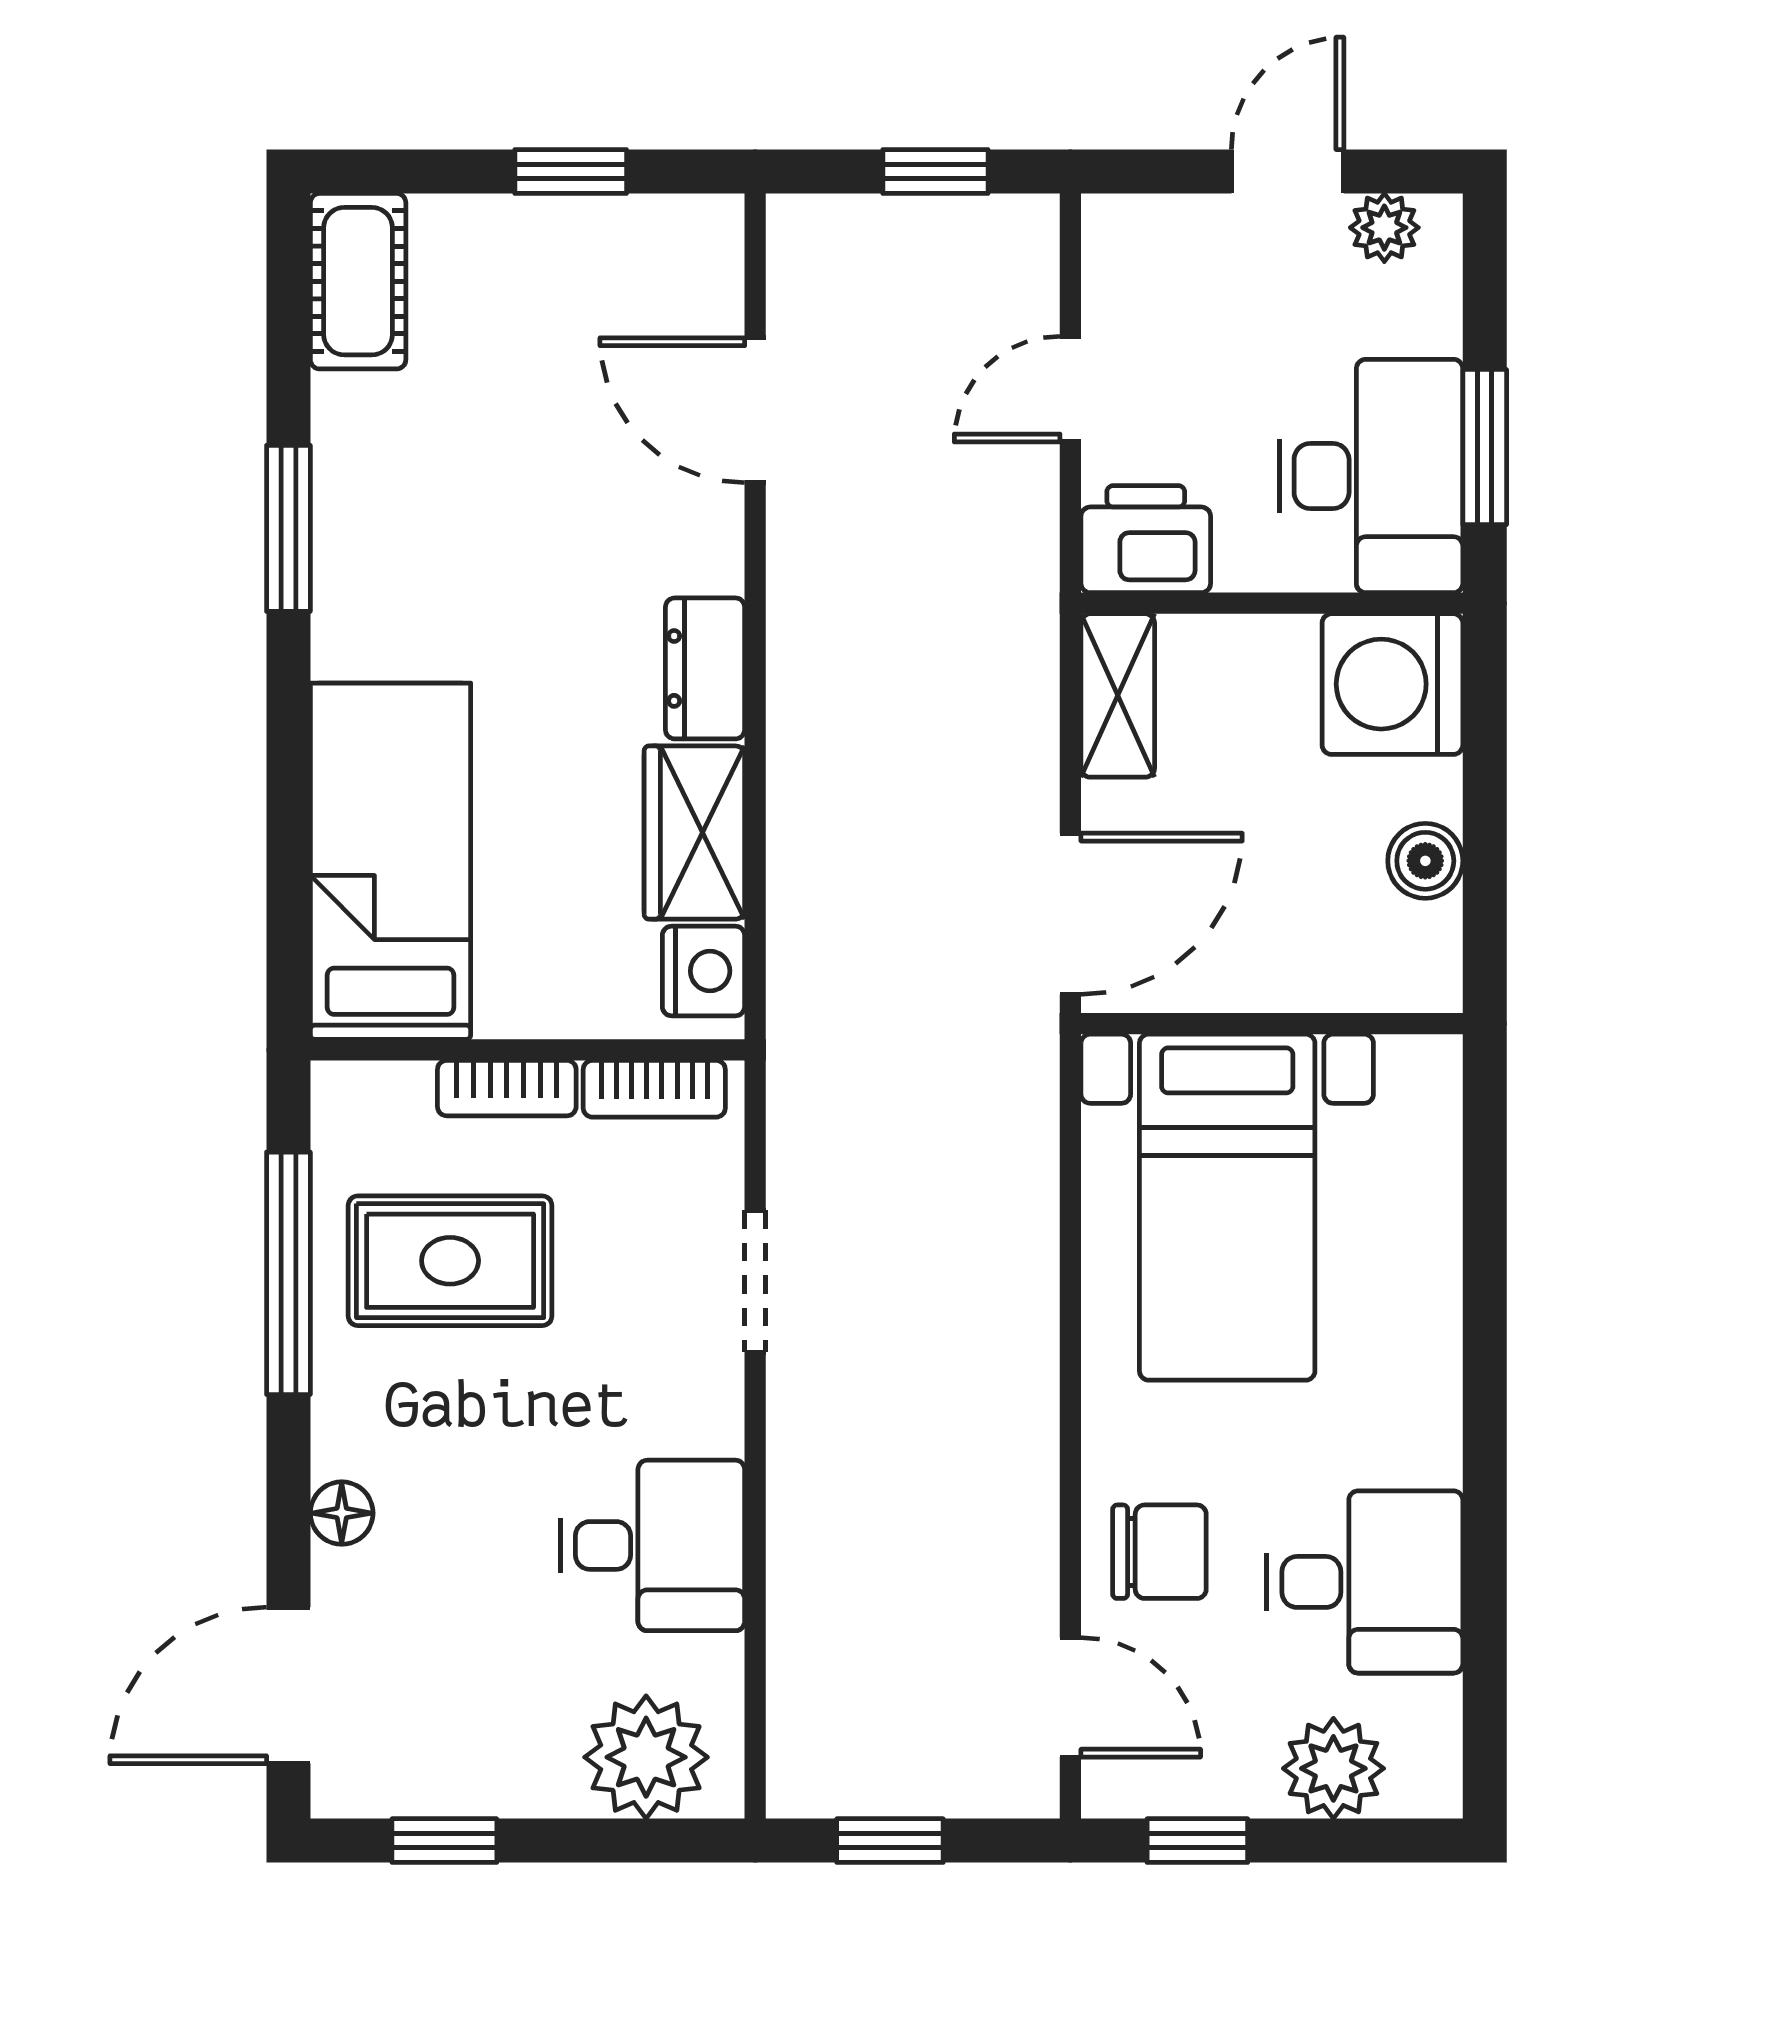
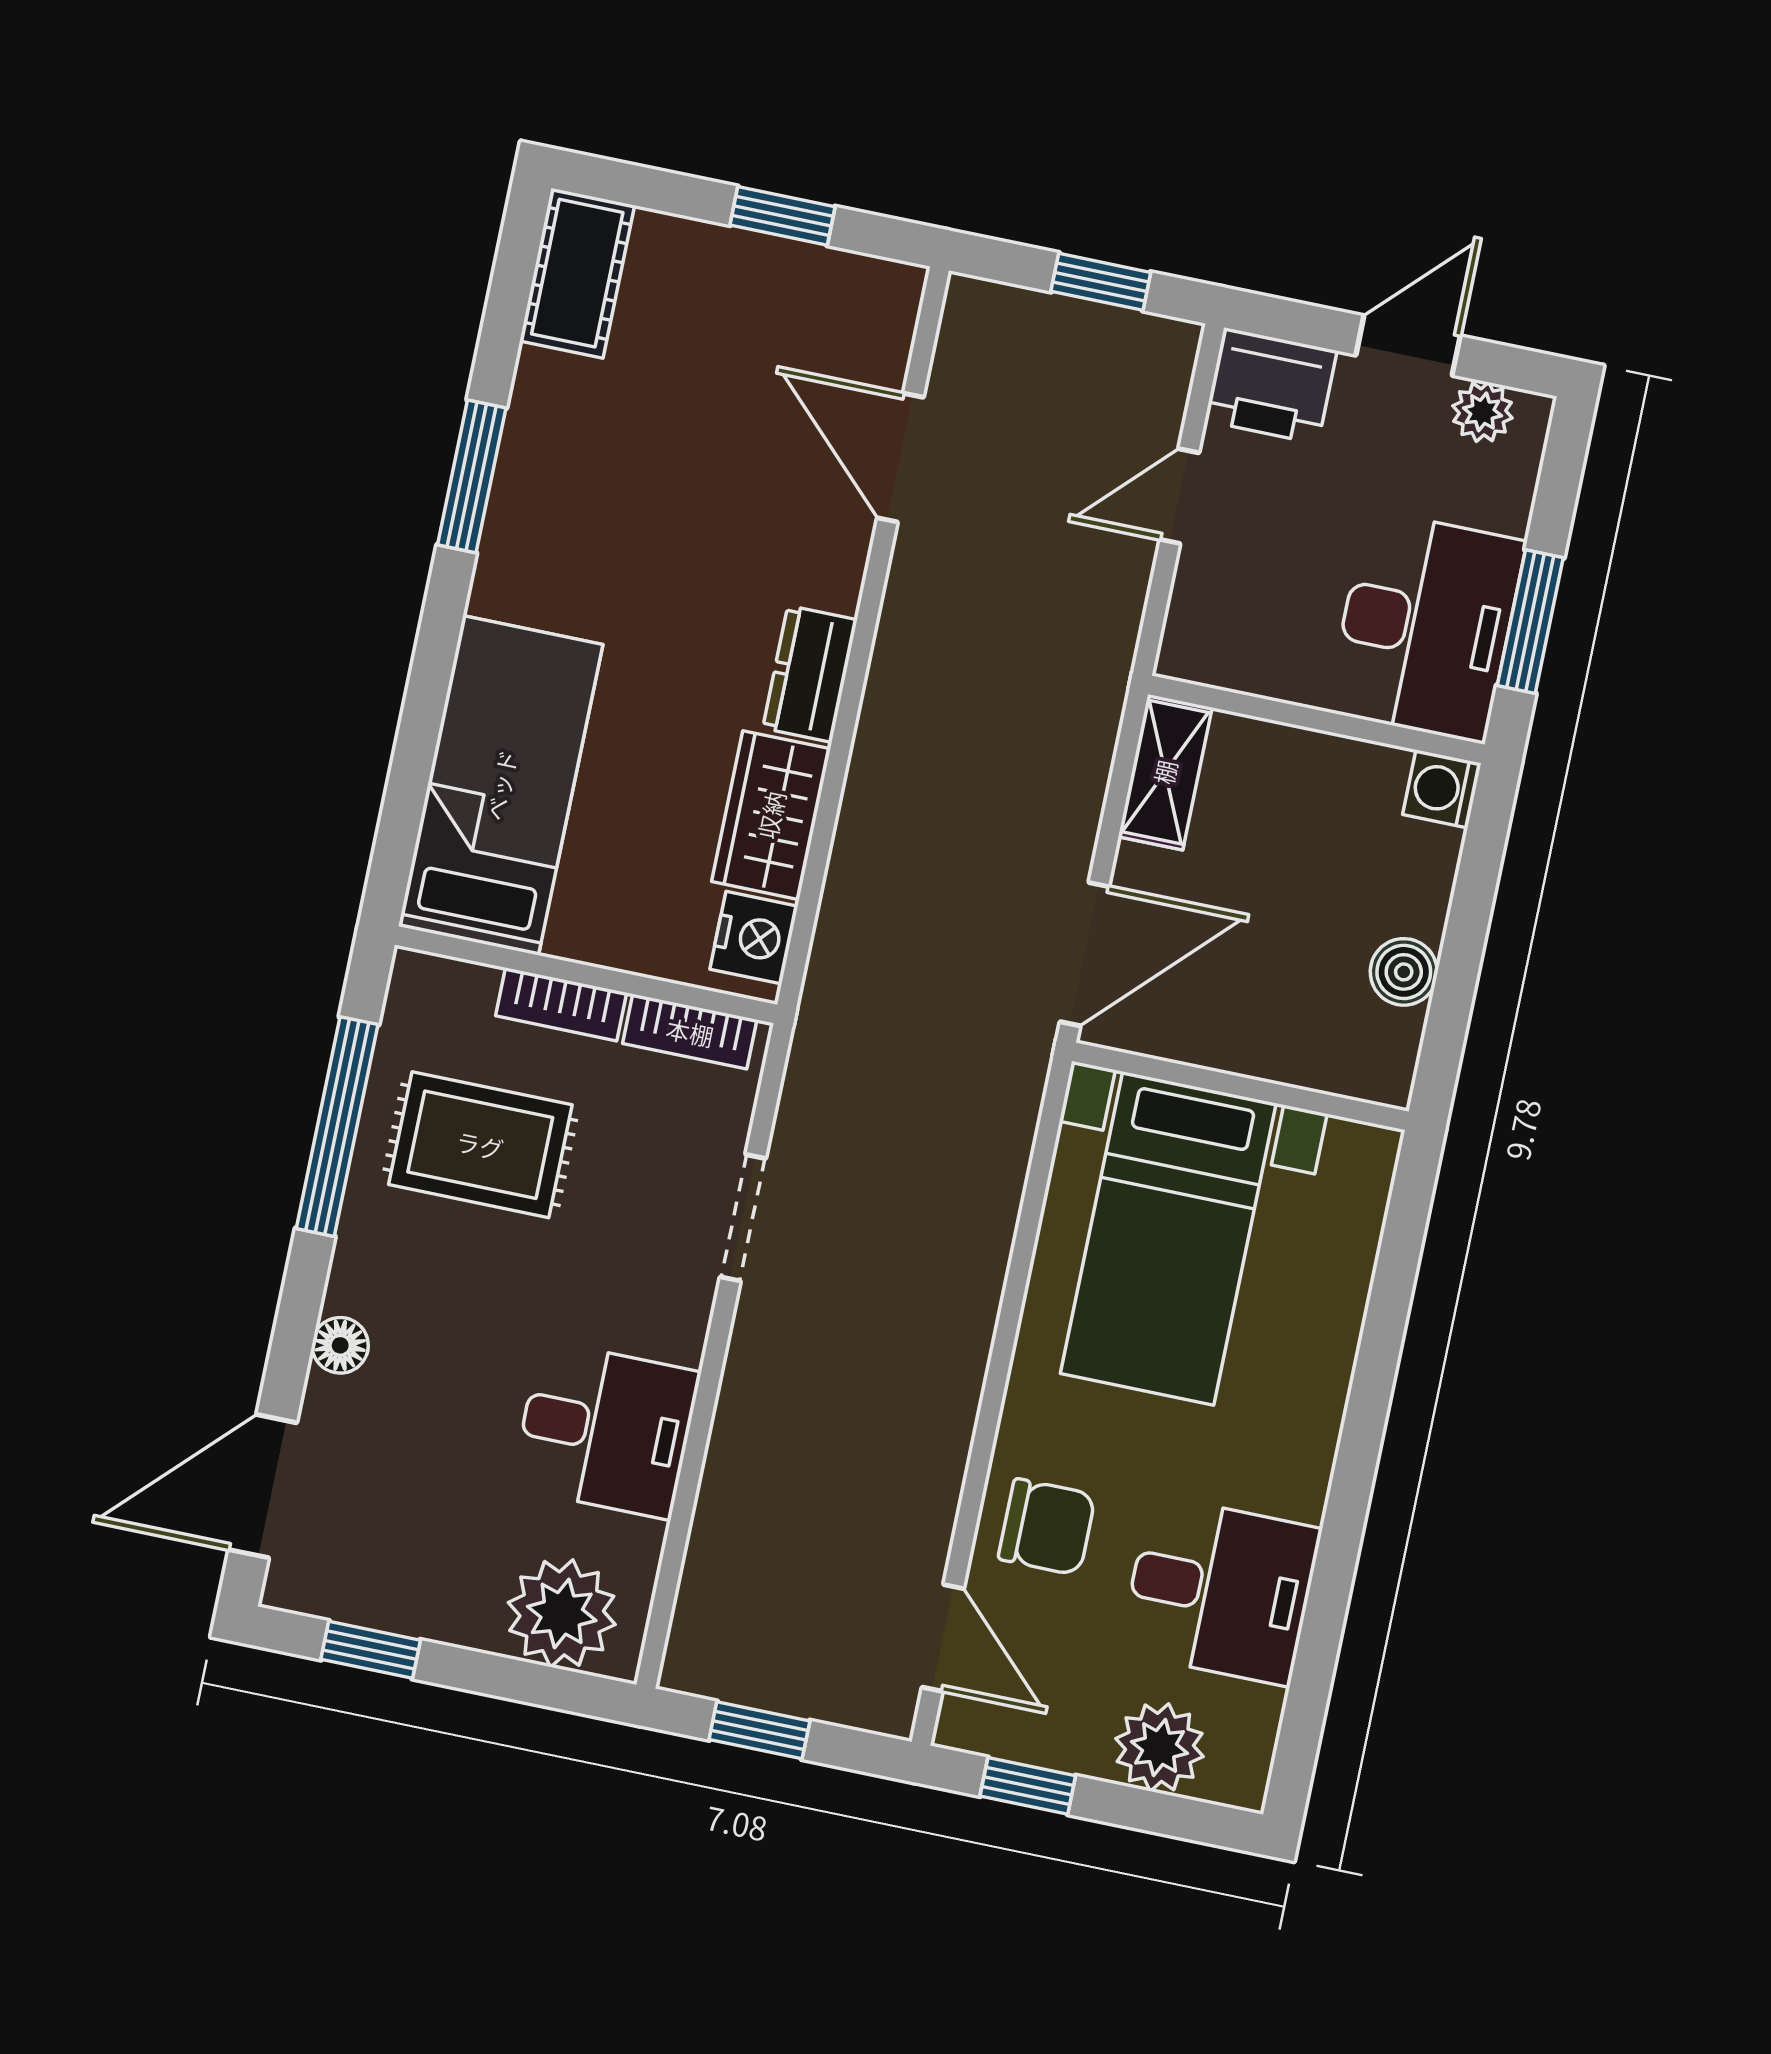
printer: (1146, 539) -> (1271, 386), moved, turned 180
washing machine: (1392, 684) -> (1442, 789), width x0.53, depth x0.53

